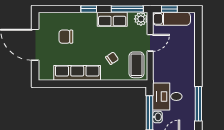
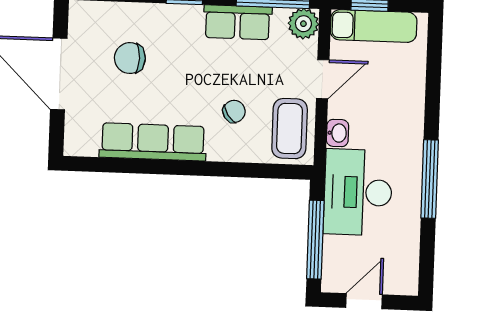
desk: (167, 96) -> (358, 192), width x1.37
window: (198, 104) -> (430, 179), moved
washbasin: (157, 117) -> (337, 133), moved

